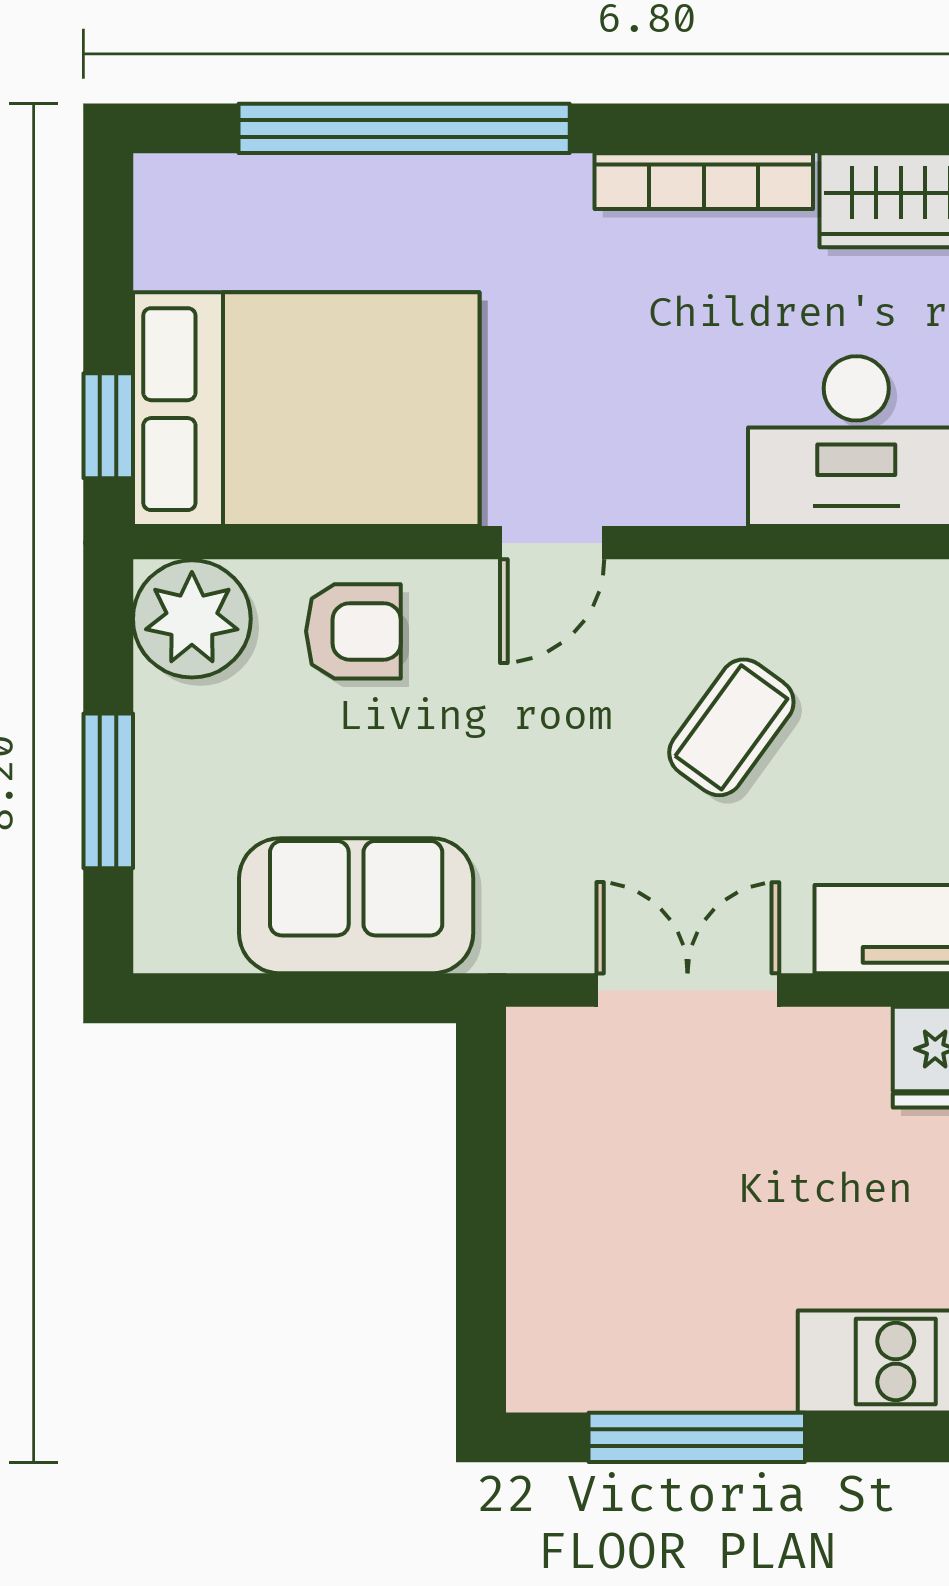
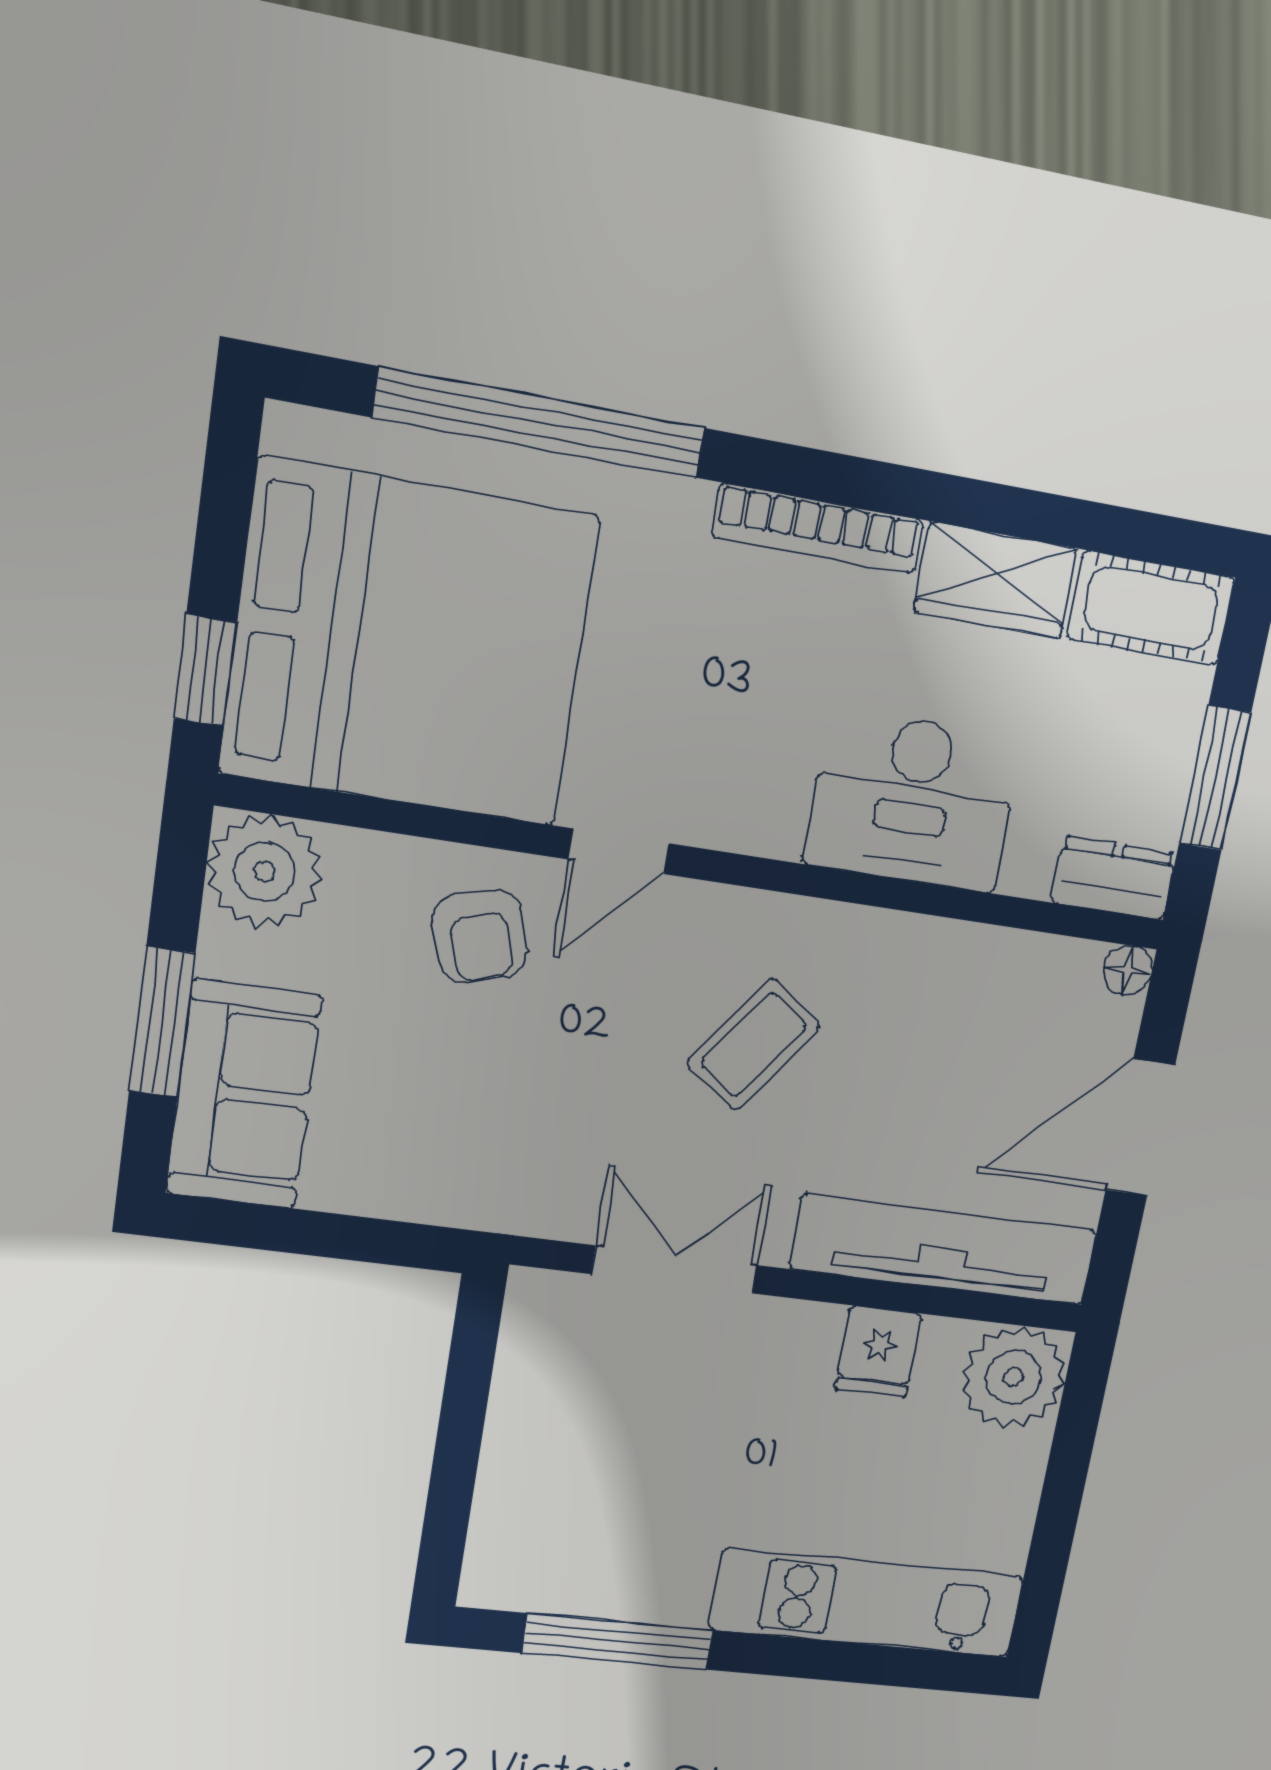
bed: (306, 409) -> (409, 645), width x1.36
armchair: (353, 631) -> (480, 936), moved, turned 73
sofa: (356, 906) -> (244, 1095), moved, turned 90

